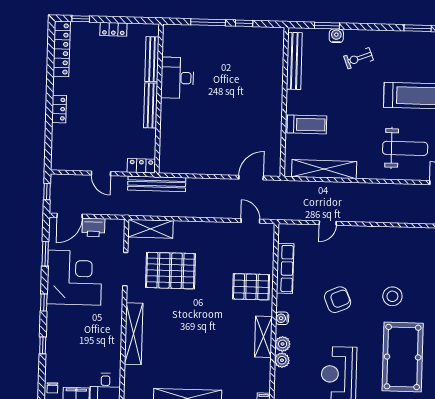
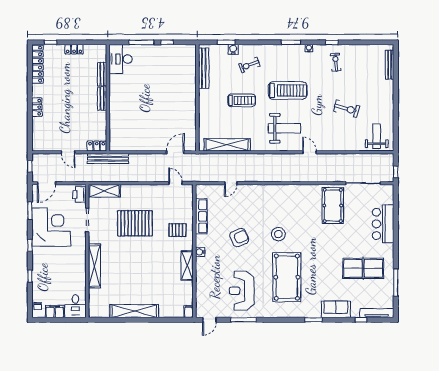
bench: (152, 59) -> (102, 74), width x0.73
desk: (177, 78) -> (121, 59), moved
bench: (151, 105) -> (102, 98), width x0.73
treadmill: (307, 124) -> (242, 100), moved
printer: (93, 227) -> (79, 194), moved, turned 90
pallet: (170, 271) -> (135, 223), moved
pallet: (251, 287) -> (177, 230), width x0.67, depth x0.71
plant: (283, 344) -> (201, 270), removed
plant: (282, 360) -> (201, 282), removed

